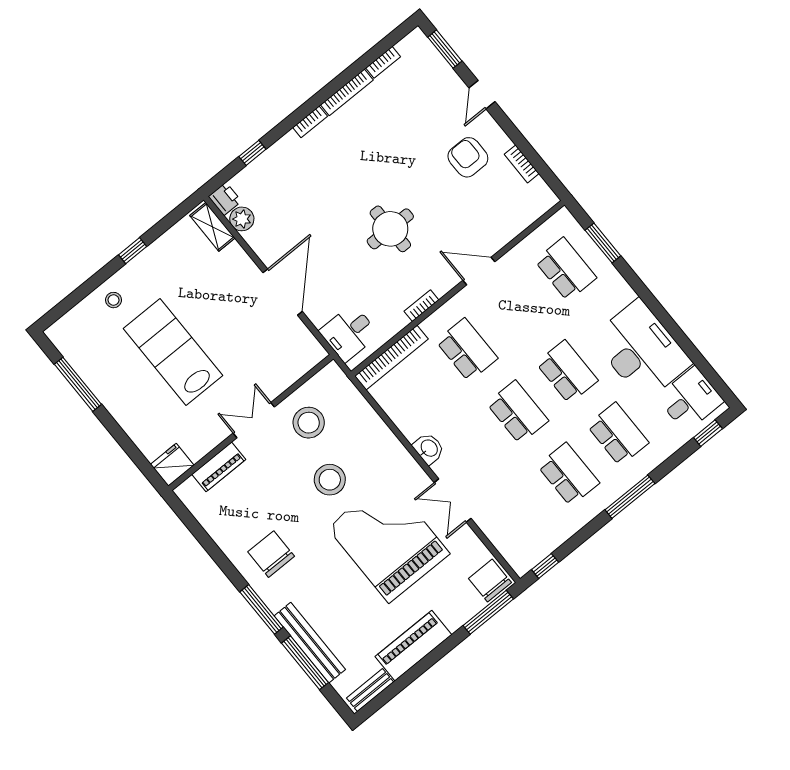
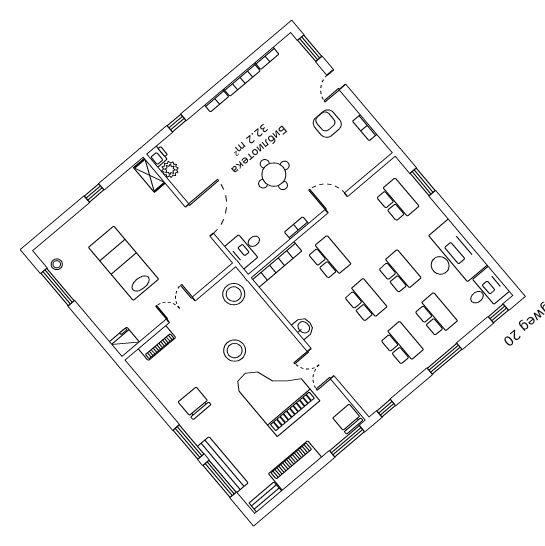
stool: (114, 300) -> (57, 264), moved
stool: (309, 423) -> (234, 294), moved

